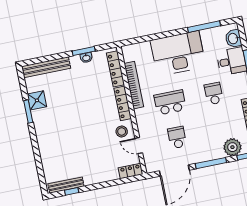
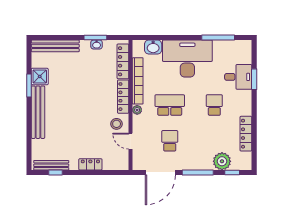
washbasin: (233, 39) -> (153, 47), moved, turned -90
plant: (139, 114) -> (137, 110), added
bench: (42, 136) -> (38, 112), added
locker: (130, 171) -> (90, 164), moved

